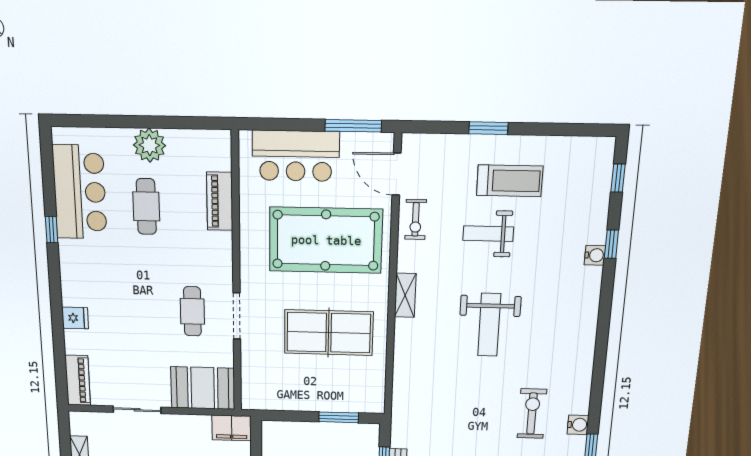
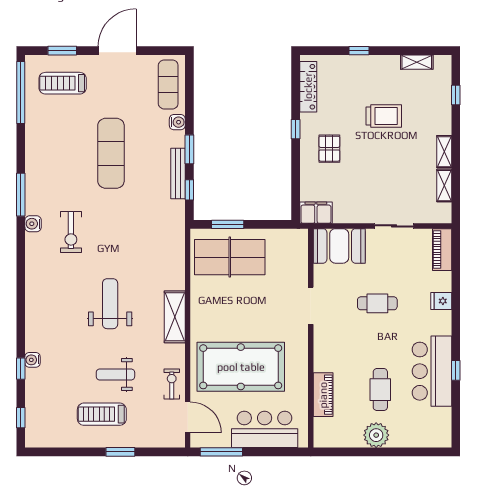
bar counter: (80, 192) -> (432, 371), moved
weight bench: (488, 234) -> (115, 374), turned 180
shelving: (405, 295) -> (175, 317), width x1.50, depth x1.33
cafe table: (192, 311) -> (377, 303), moved, turned 90
table tennis table: (329, 333) -> (230, 257), moved

